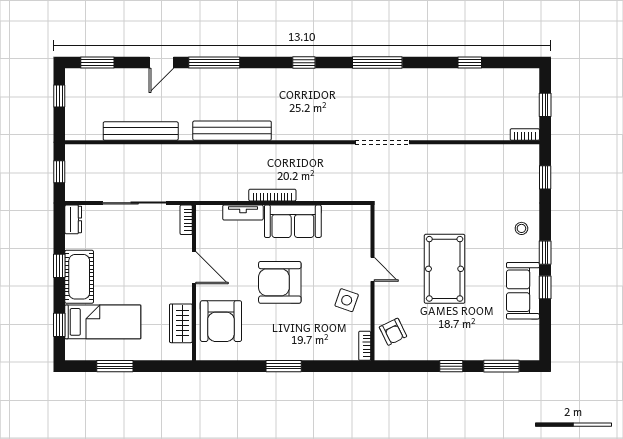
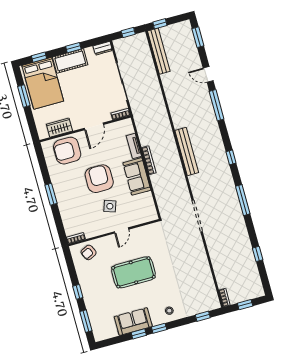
window: (59, 96) -> (160, 24), moved
bench: (141, 131) -> (159, 51), moved
bench: (232, 131) -> (187, 151), moved
side table: (347, 300) -> (110, 206), moved
bed: (103, 322) -> (43, 83), width x1.50

